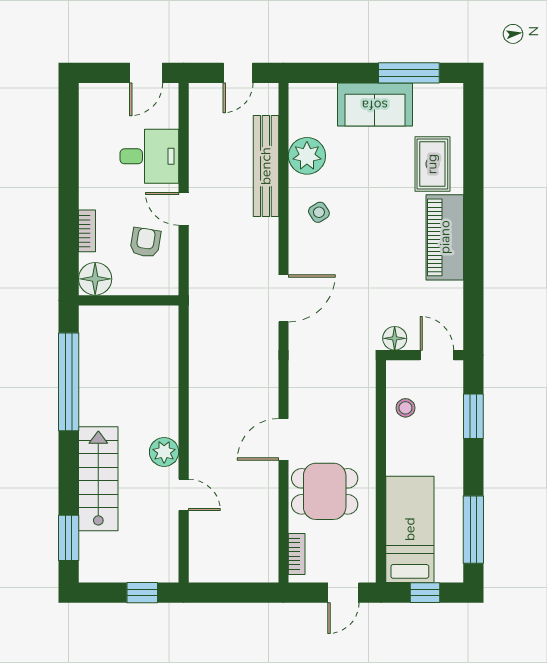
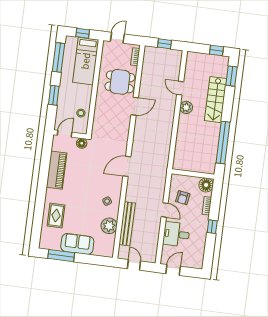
door: (238, 73) -> (134, 265), hinge flipped
window: (69, 184) -> (212, 227), added
piano: (445, 237) -> (57, 170), moved
door: (437, 355) -> (65, 134), swing flipped
window: (473, 416) -> (54, 95), moved
window: (142, 593) -> (216, 50), moved
window: (233, 593) -> (164, 44), added

